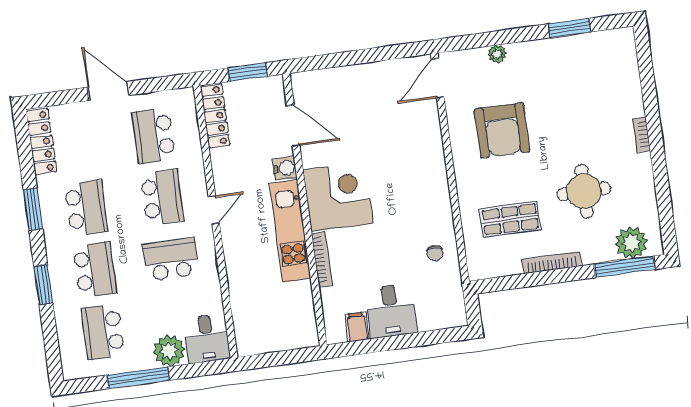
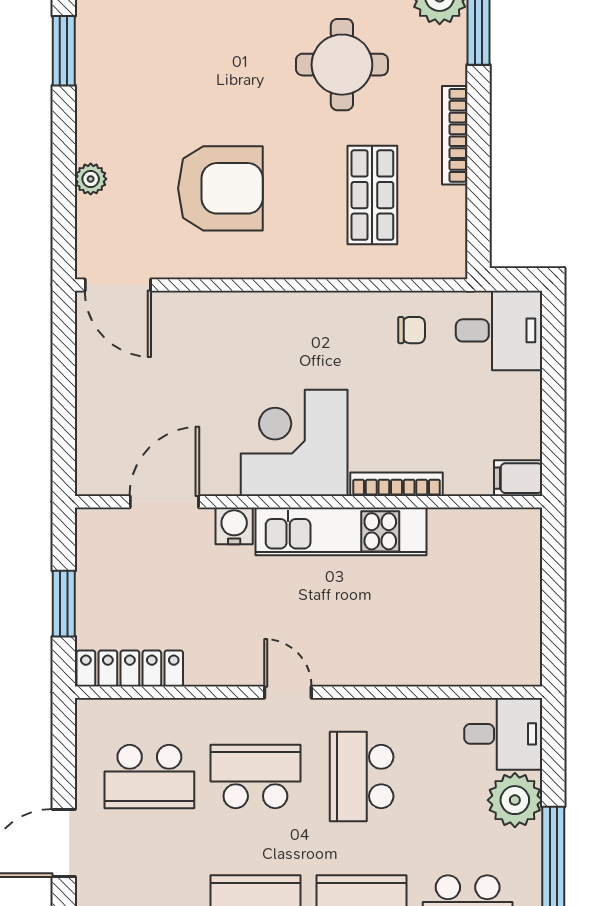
door: (293, 126) -> (164, 502), moved
water cooler: (285, 168) -> (234, 526), moved
corner desk: (338, 197) -> (294, 443), moved
wall: (305, 210) -> (308, 502), moved
kitchen unit: (290, 231) -> (341, 531), moved
bookcase: (322, 259) -> (397, 484), moved
desk: (391, 311) -> (499, 330), moved

